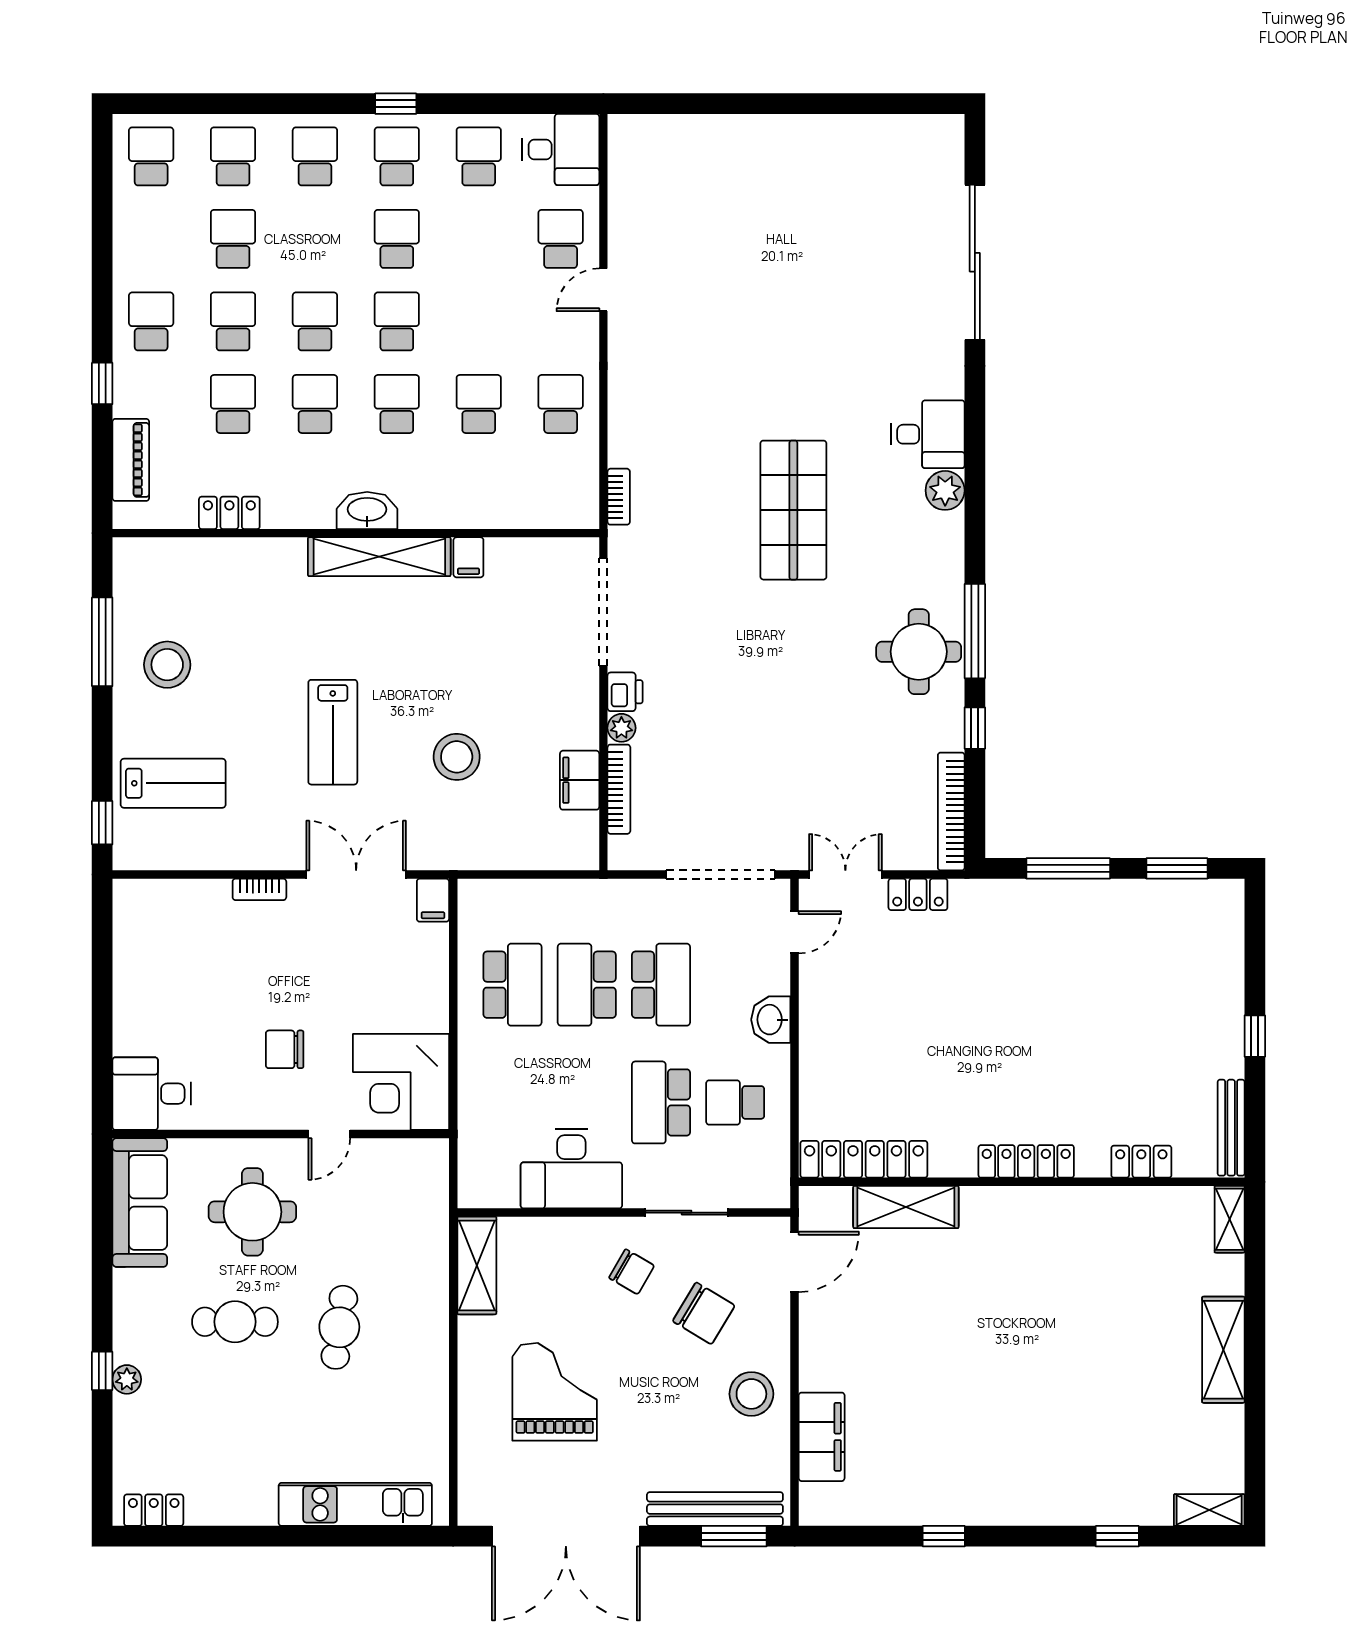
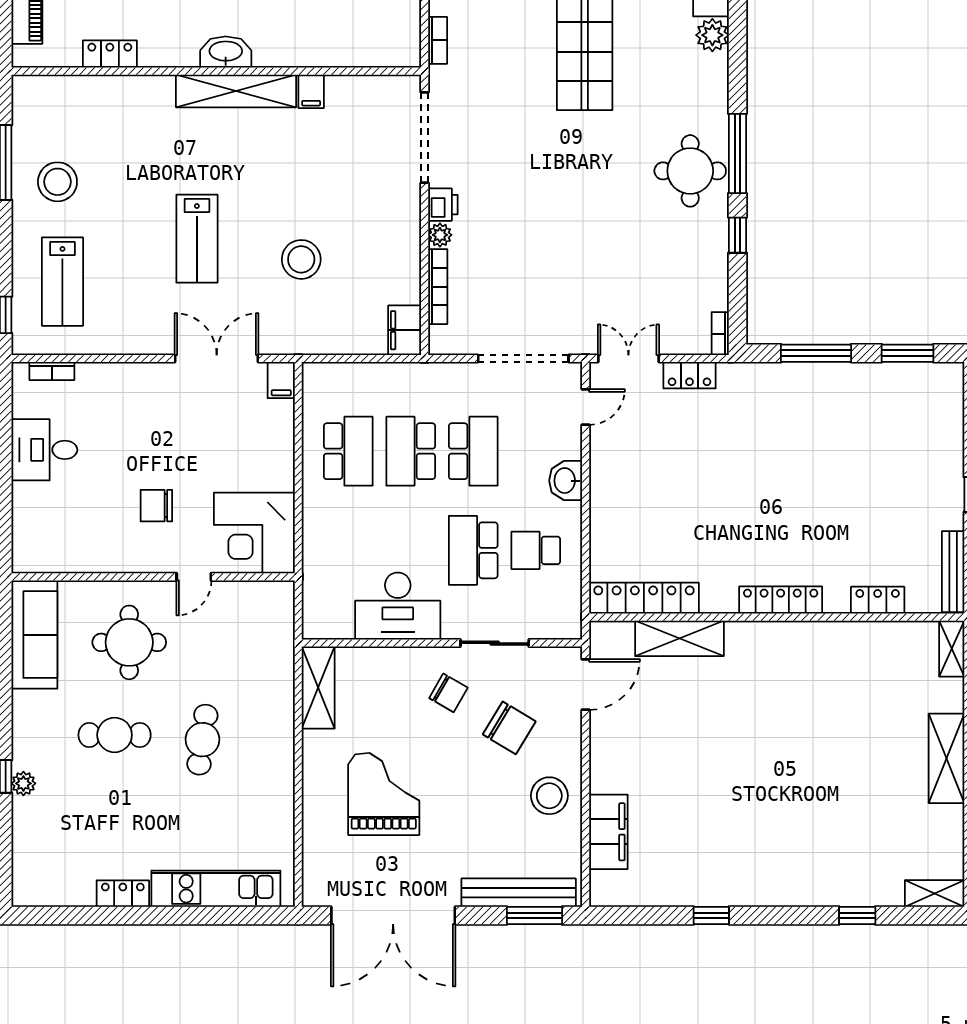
filing cabinet: (580, 780) -> (405, 330), moved
lab bench: (173, 783) -> (62, 282), turned 90
bookcase: (951, 811) -> (720, 334), width x0.43, depth x0.76
bookcase: (259, 889) -> (52, 371), moved
desk: (152, 1094) -> (44, 450), moved
locker: (154, 1510) -> (123, 894), moved

